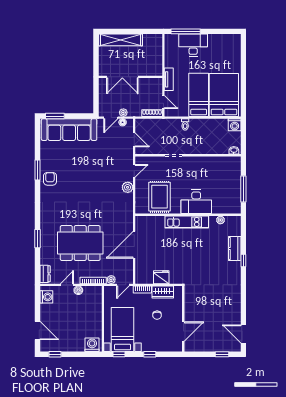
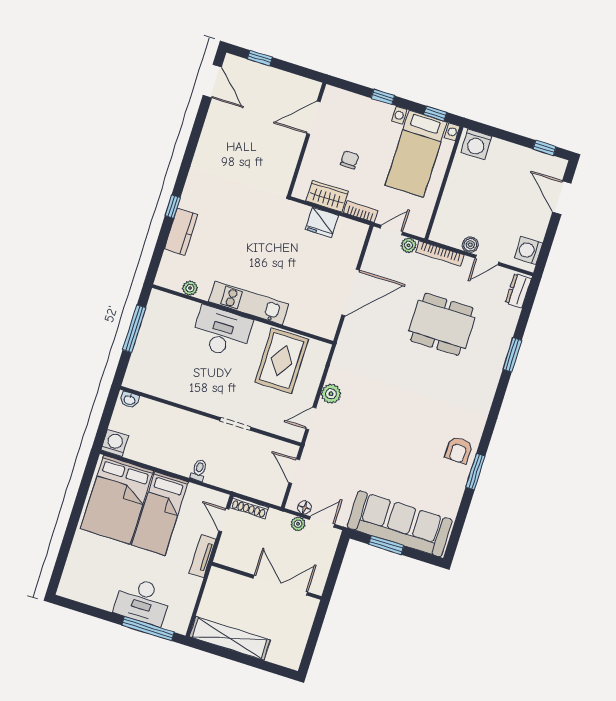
shelving: (121, 40) -> (230, 638), moved
window: (55, 116) -> (386, 545), moved
dining table: (80, 243) -> (442, 324), width x0.73, depth x0.80

